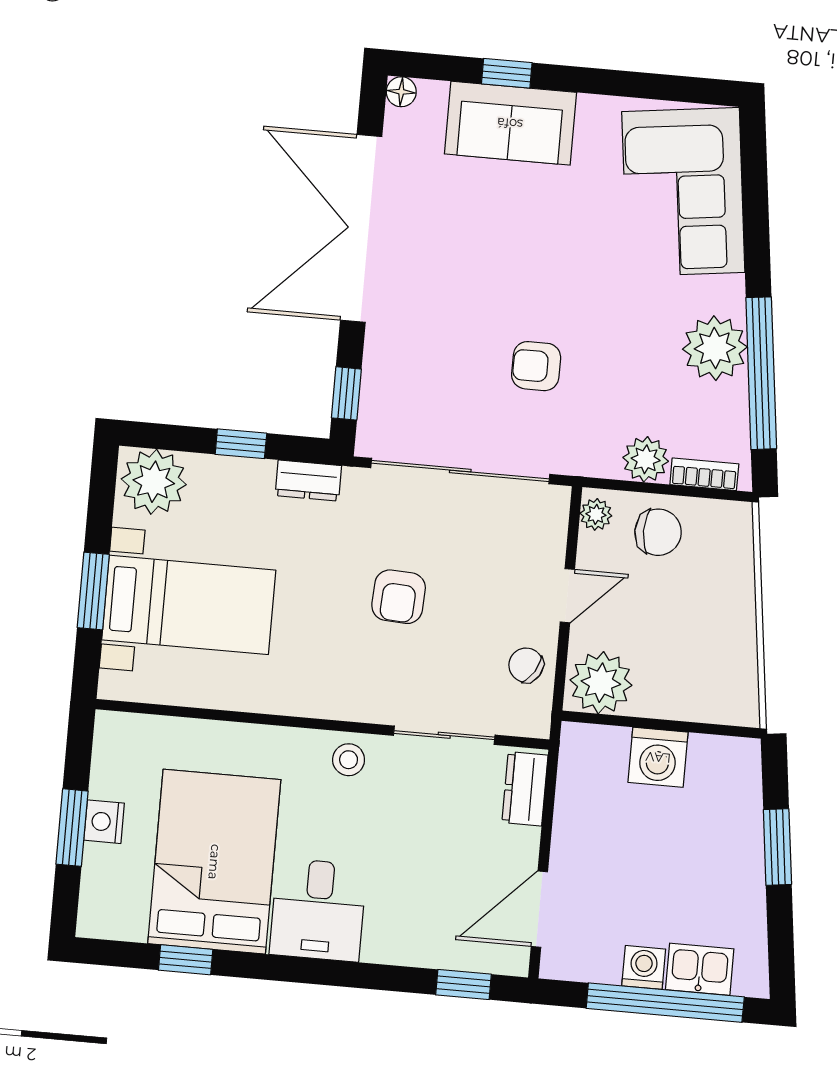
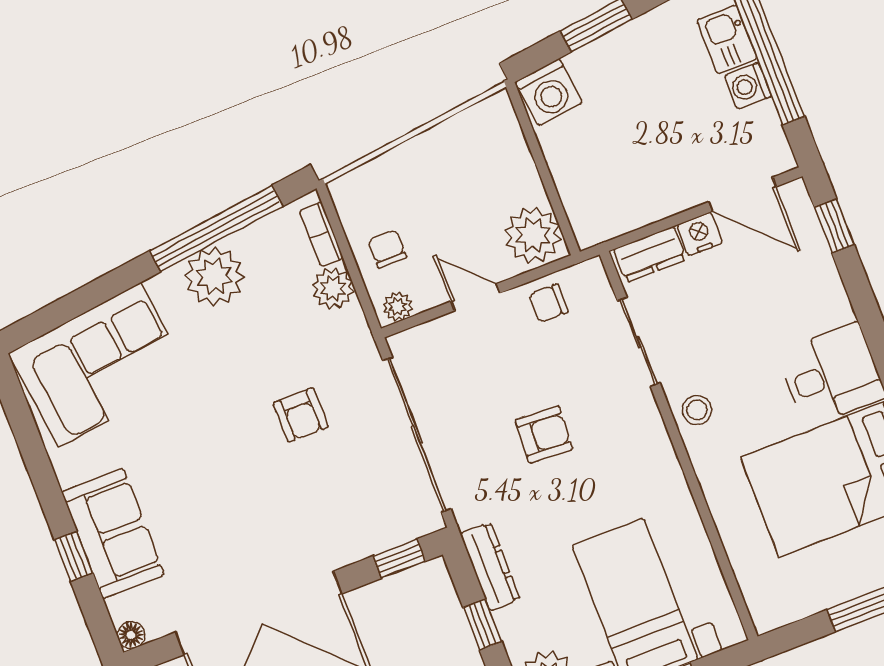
dresser: (308, 481) -> (490, 567), width x1.44
chair: (658, 532) -> (387, 249), width x0.73, depth x0.73
chair: (526, 665) -> (549, 303), turned 58
washing machine: (658, 757) -> (549, 92), moved, turned 83
nightstand: (104, 822) -> (700, 234), moved, turned 180

